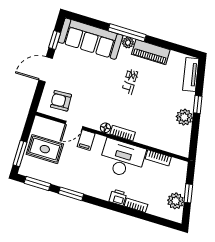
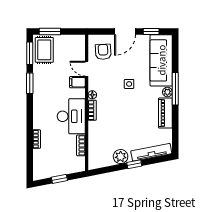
door: (46, 69) -> (125, 32), swing flipped
tv unit: (191, 74) -> (151, 152), width x1.41
side table: (106, 83) -> (129, 84), added
rug: (45, 149) -> (44, 50), moved
printer: (118, 197) -> (39, 122), removed
plant: (176, 201) -> (50, 170), removed

